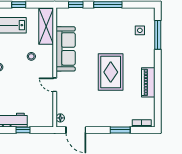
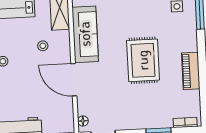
door: (55, 85) -> (74, 80), width x1.88

